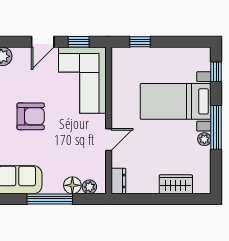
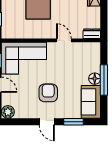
floor lamp: (72, 185) -> (95, 79), moved
plant: (89, 187) -> (96, 53), removed

